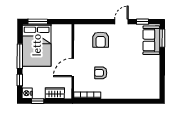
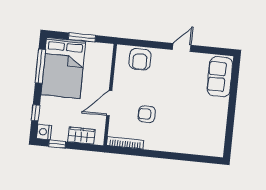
window: (38, 22) -> (82, 37), moved
window: (143, 22) -> (210, 50), removed
window: (162, 38) -> (235, 75), removed
armchair: (101, 40) -> (140, 59), moved
window: (20, 56) -> (40, 66), moved

